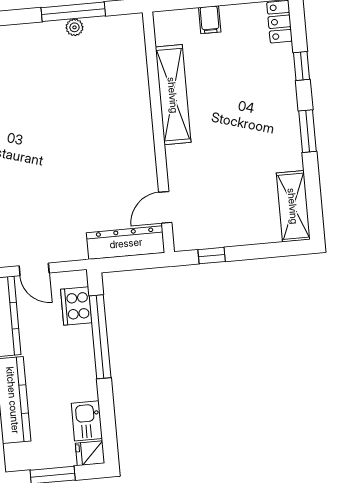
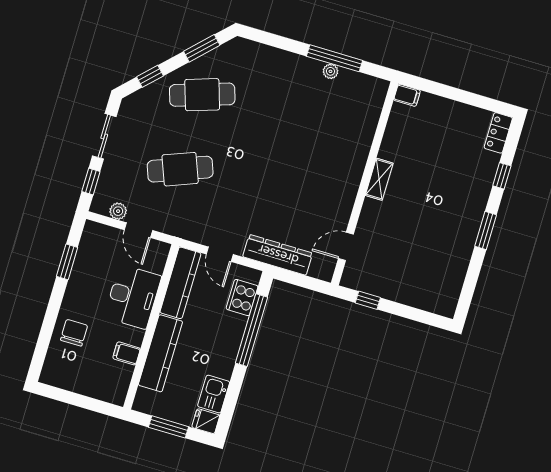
filing cabinet: (210, 20) -> (407, 95), moved, turned -90
shelving: (173, 95) -> (379, 179), width x0.45, depth x0.75
shelving: (293, 206) -> (450, 287), removed
dresser: (126, 243) -> (278, 255), moved

